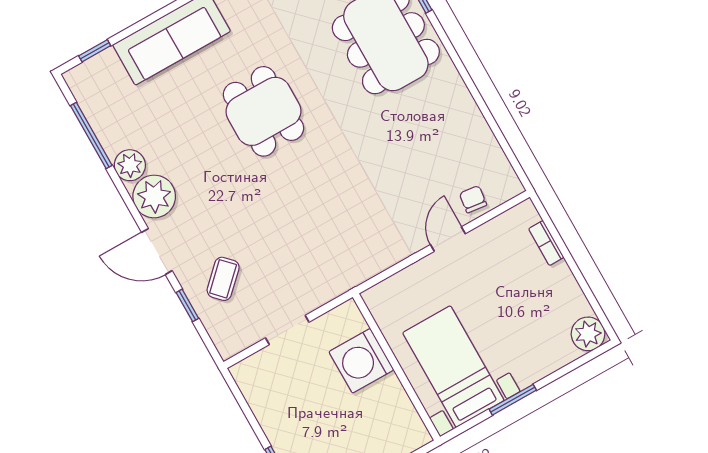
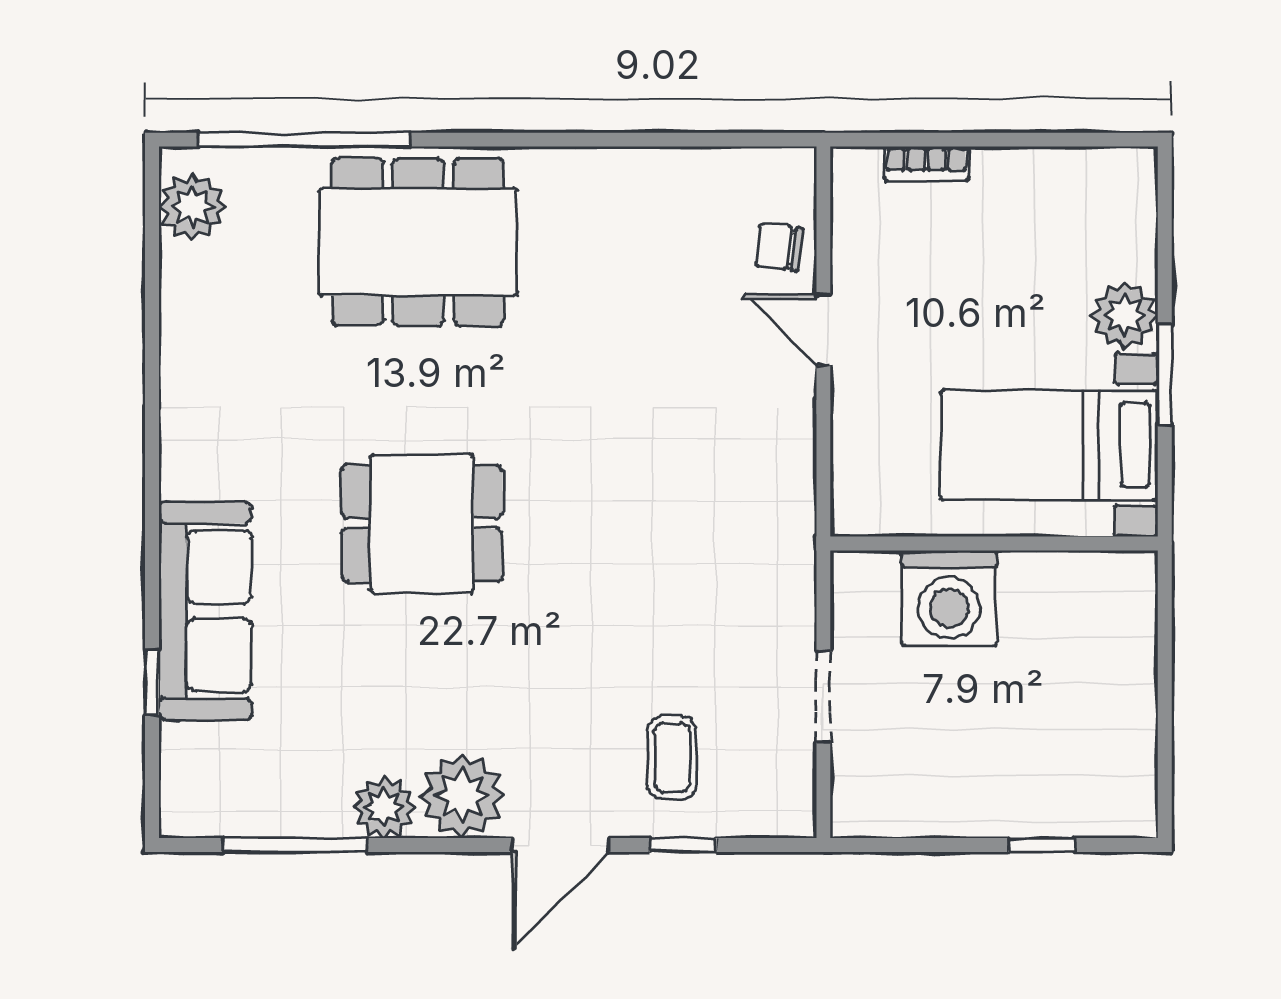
window: (95, 51) -> (152, 682), moved
coffee table: (223, 279) -> (672, 757), turned 44
plant: (588, 334) -> (1124, 315), moved

